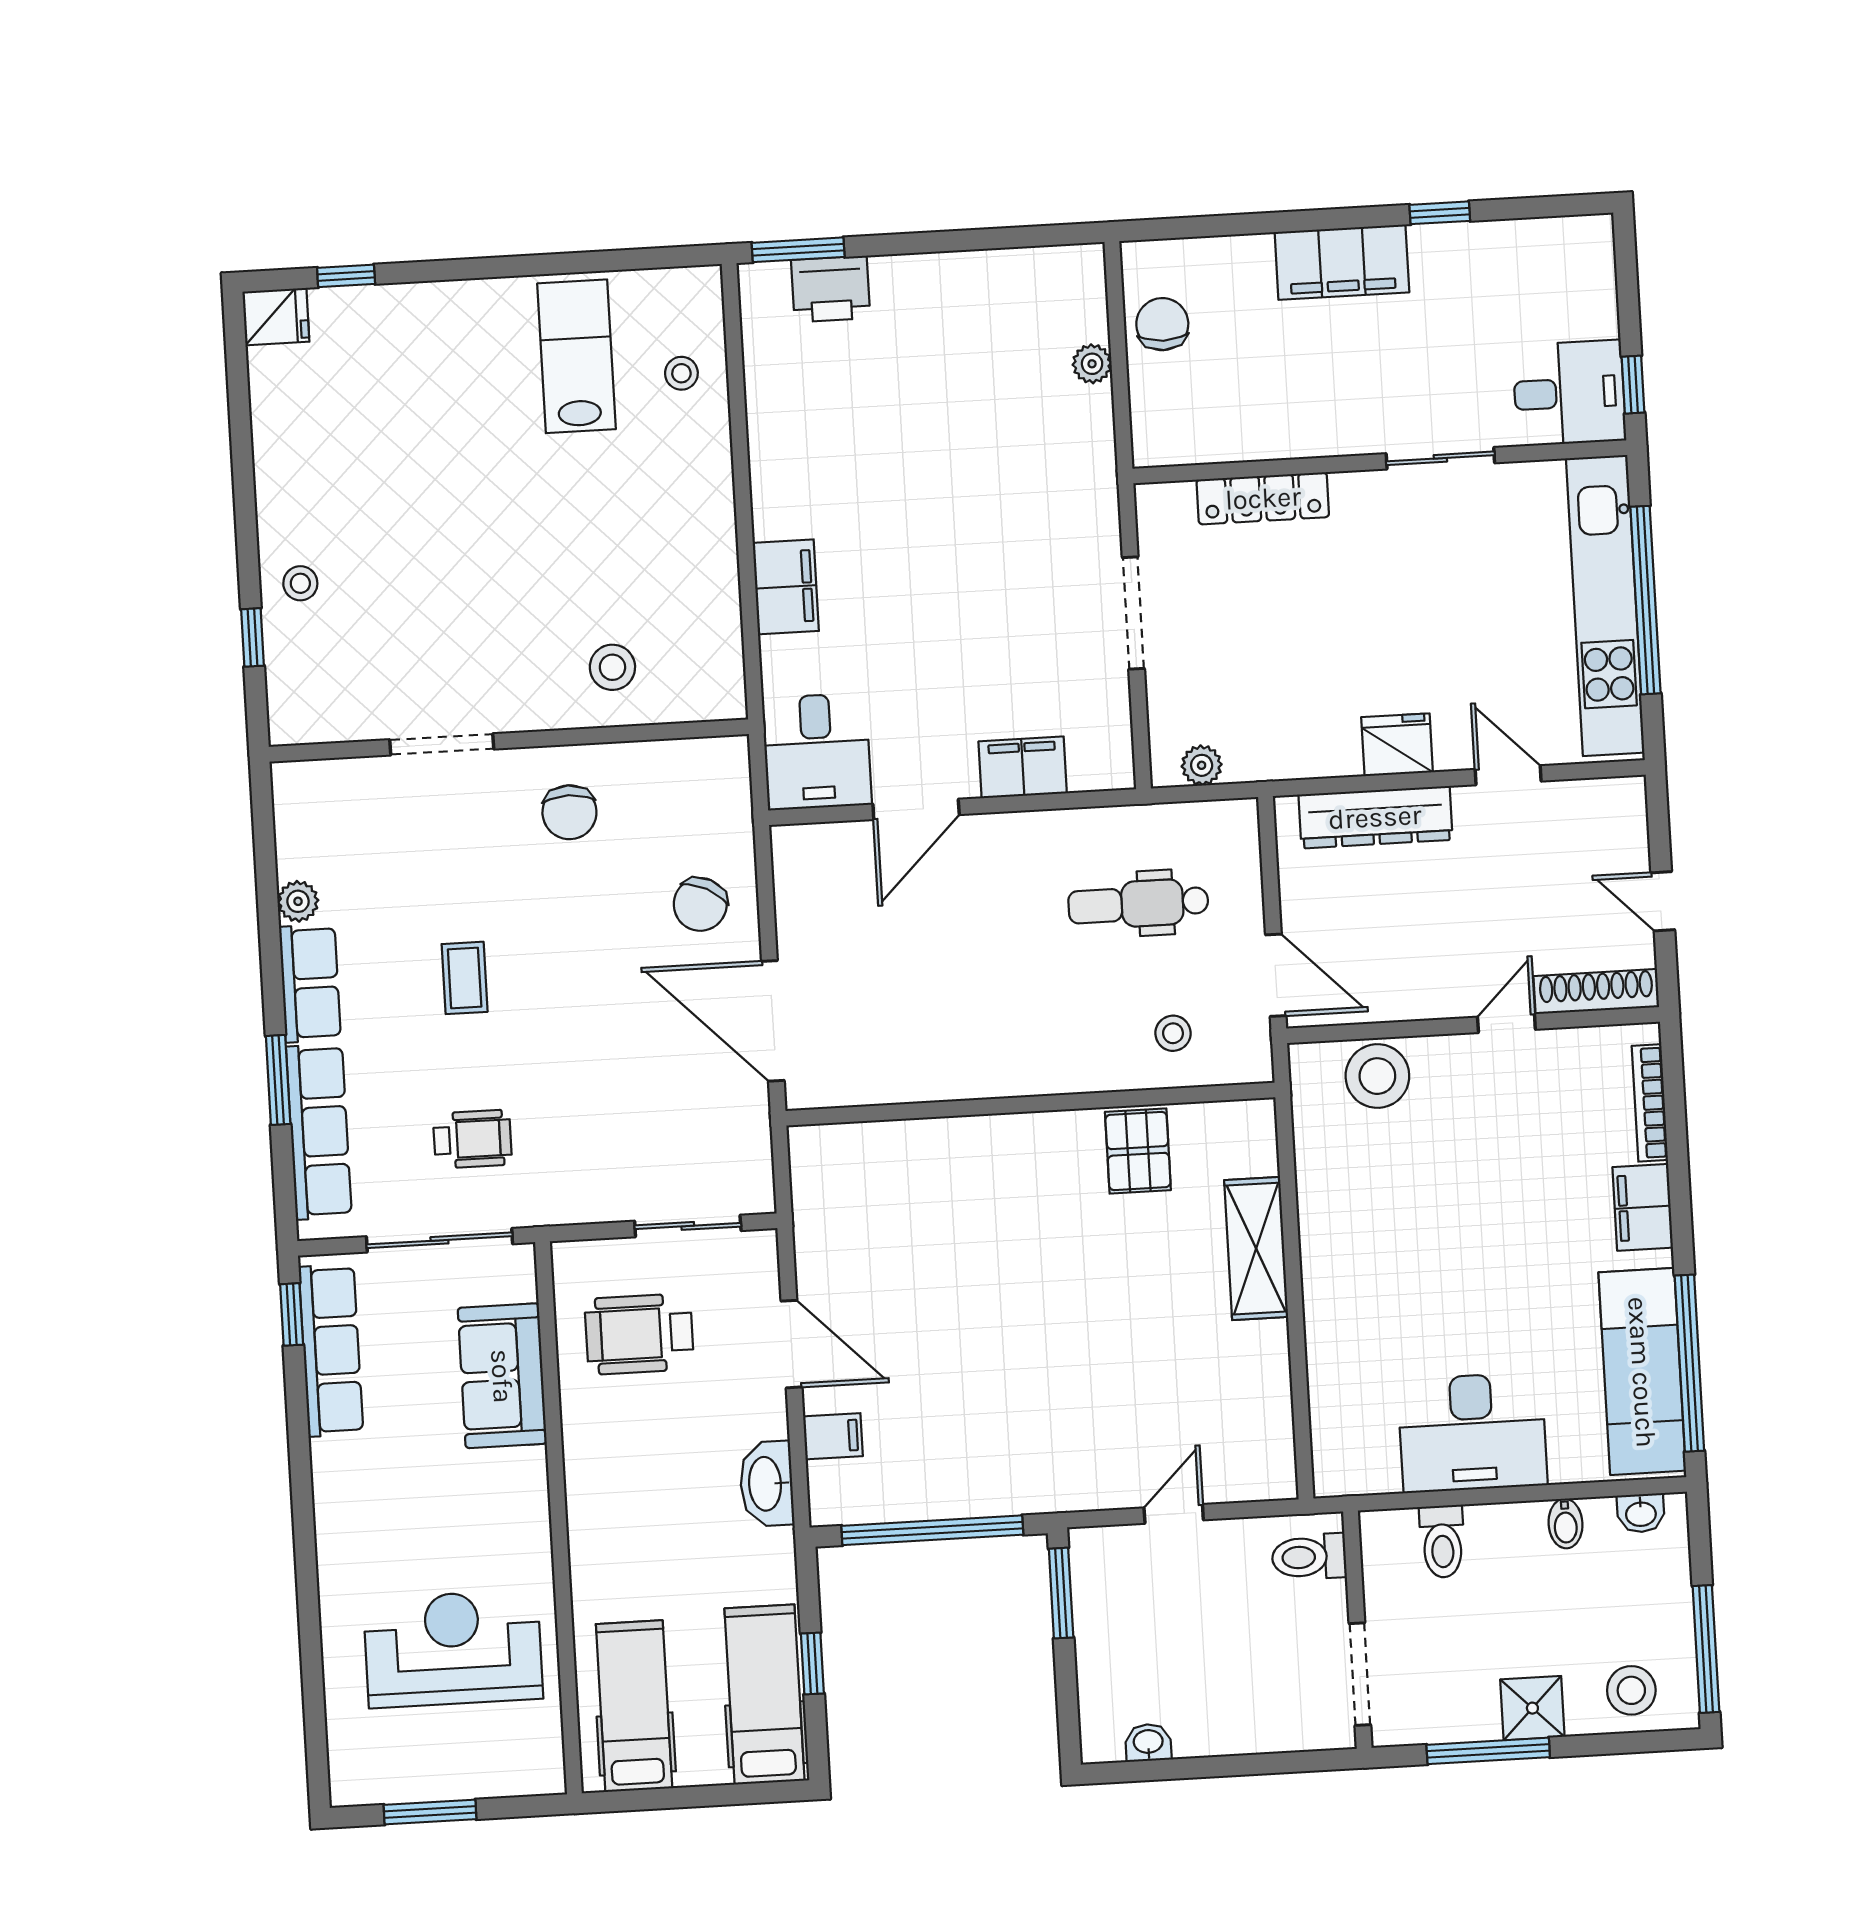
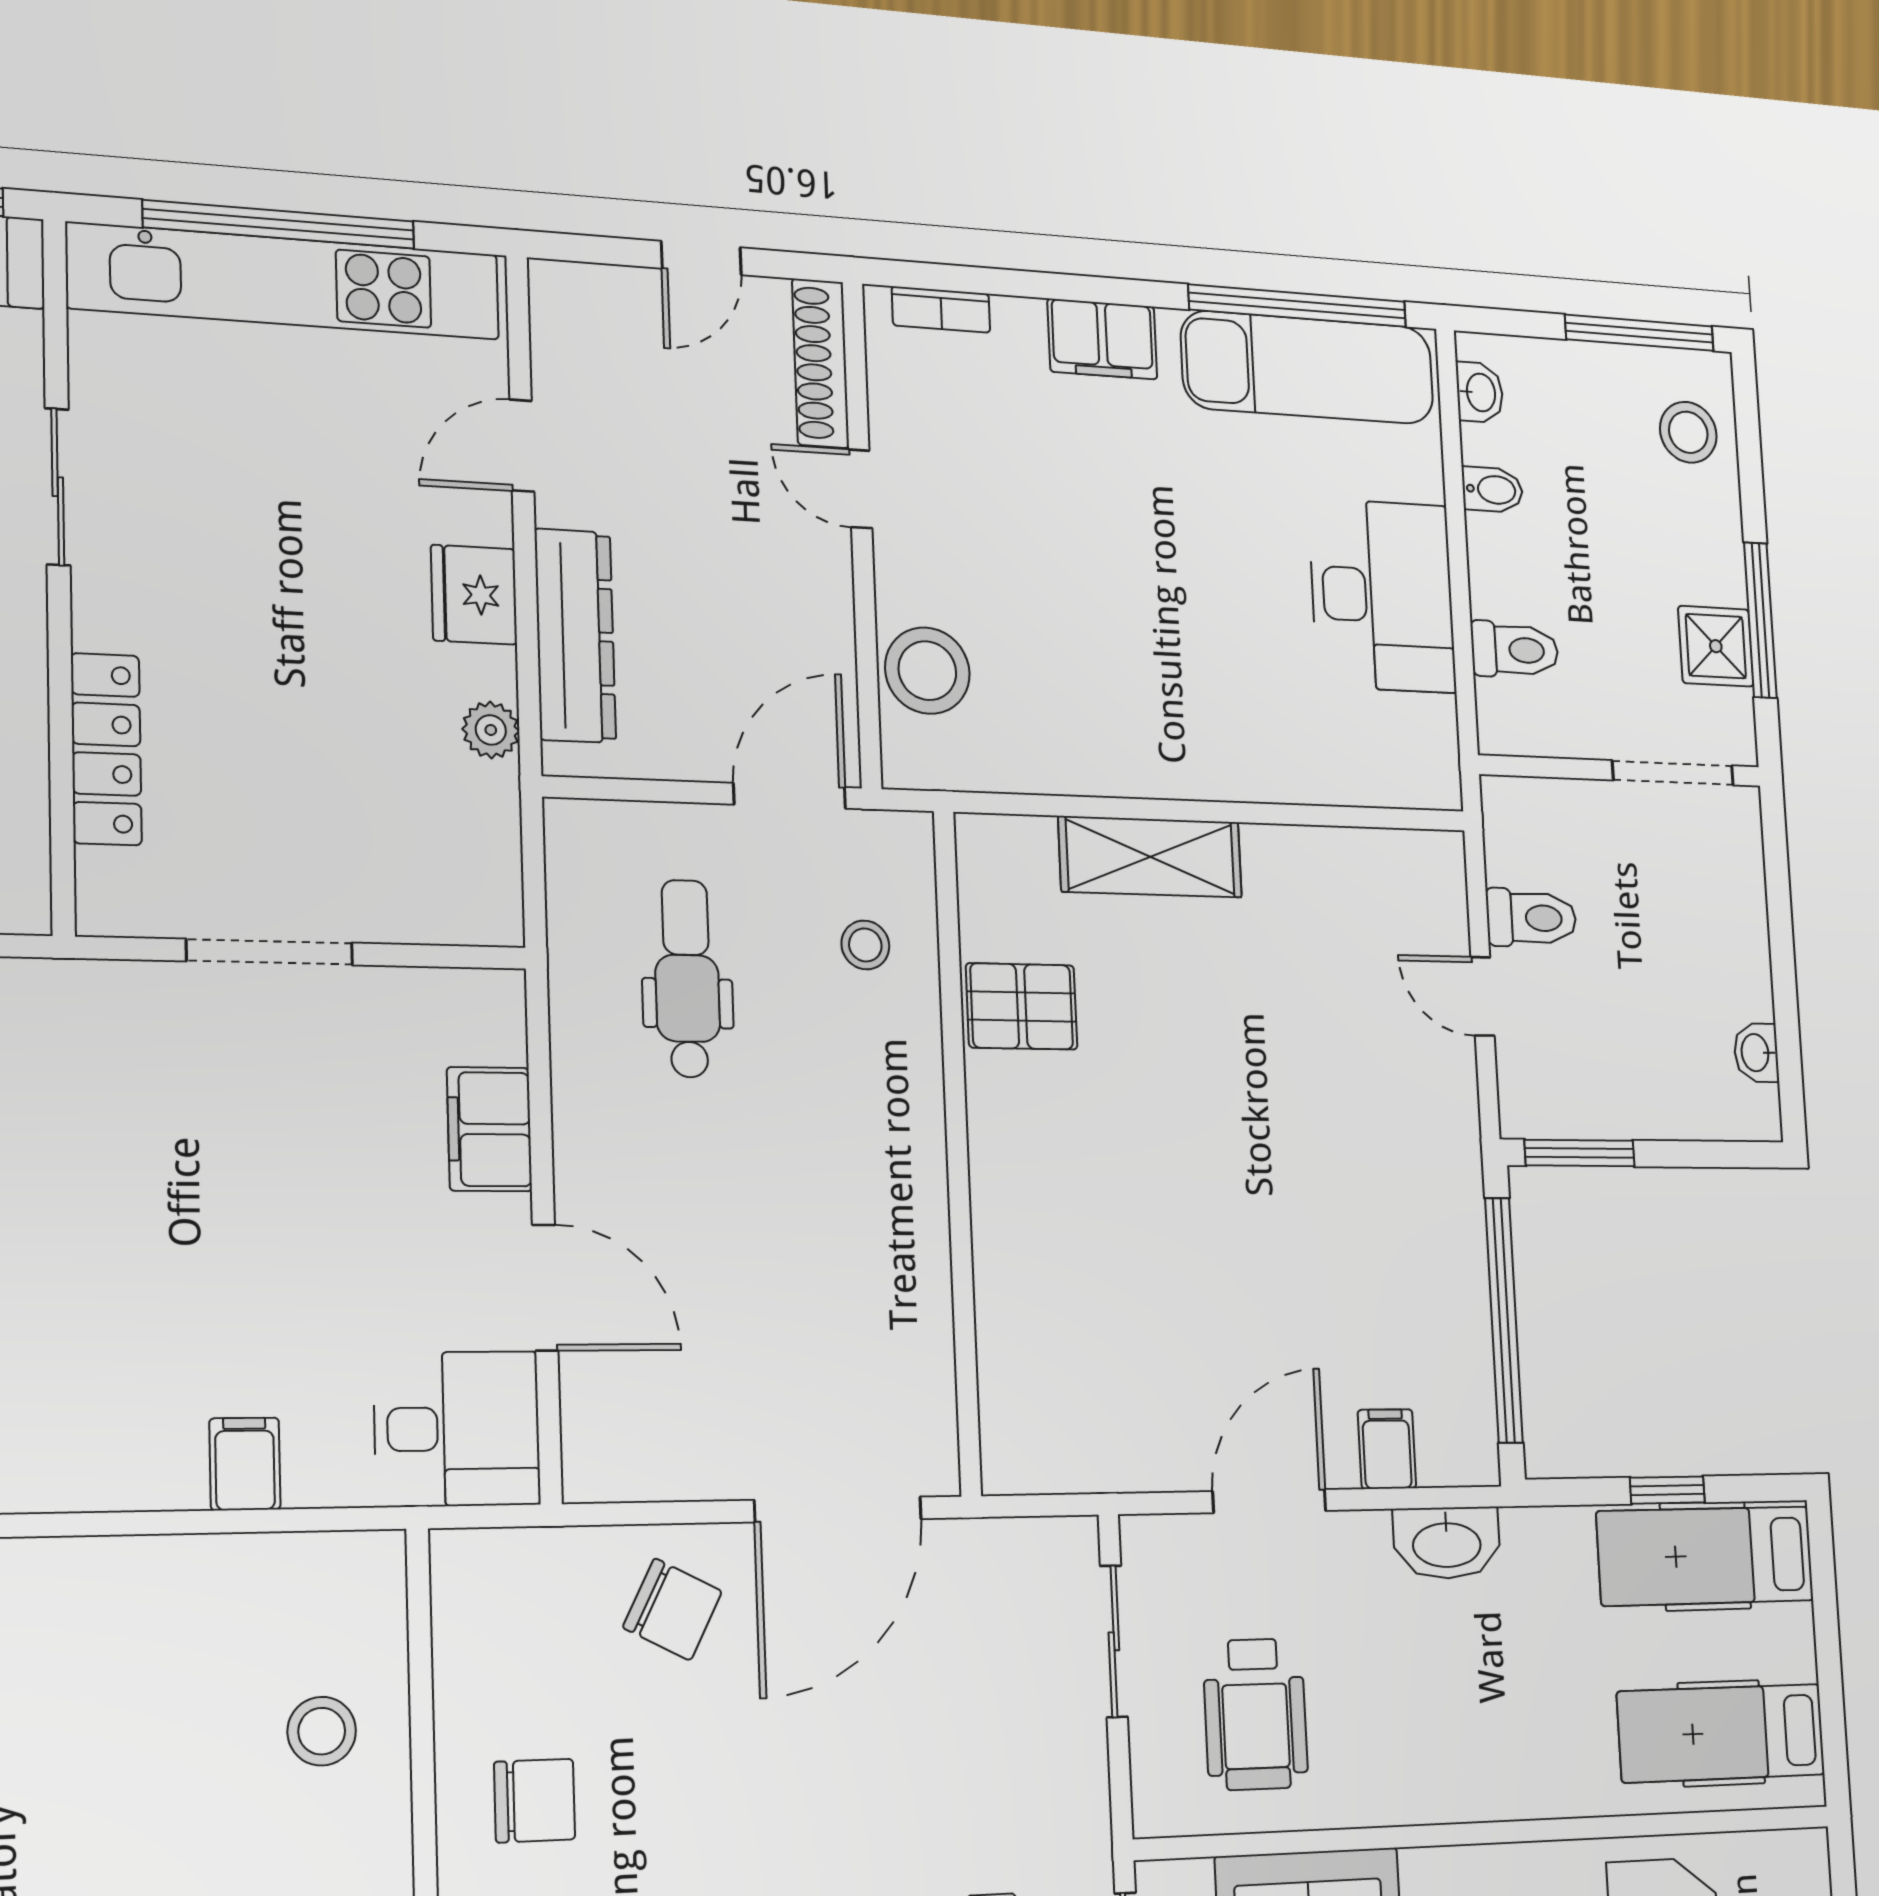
filing cabinet: (786, 587) -> (245, 1464), width x0.50
plant: (1202, 765) -> (491, 730), moved
dental chair: (1138, 904) -> (687, 979), turned 180
bookcase: (1650, 1103) -> (941, 310), width x0.64
toilet: (1309, 1557) -> (1531, 918), moved, turned -90
shower: (1532, 1708) -> (1716, 646), moved

